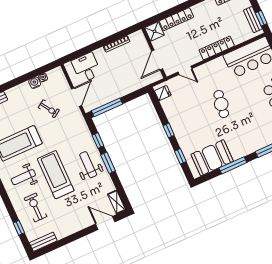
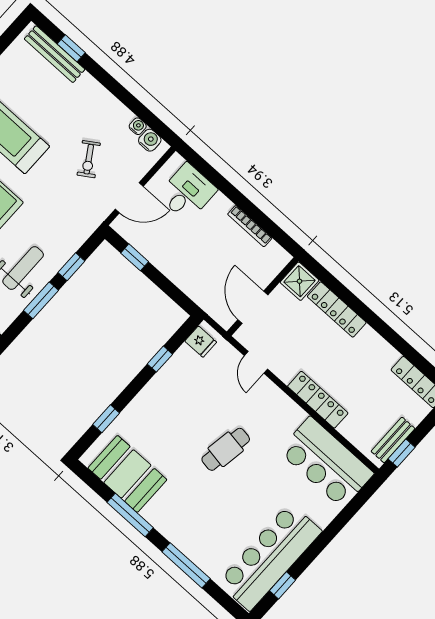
door: (157, 60) -> (253, 307), hinge flipped
water cooler: (35, 83) -> (150, 140), moved
window: (107, 107) -> (135, 257), width x0.46
window: (169, 131) -> (160, 359), moved

